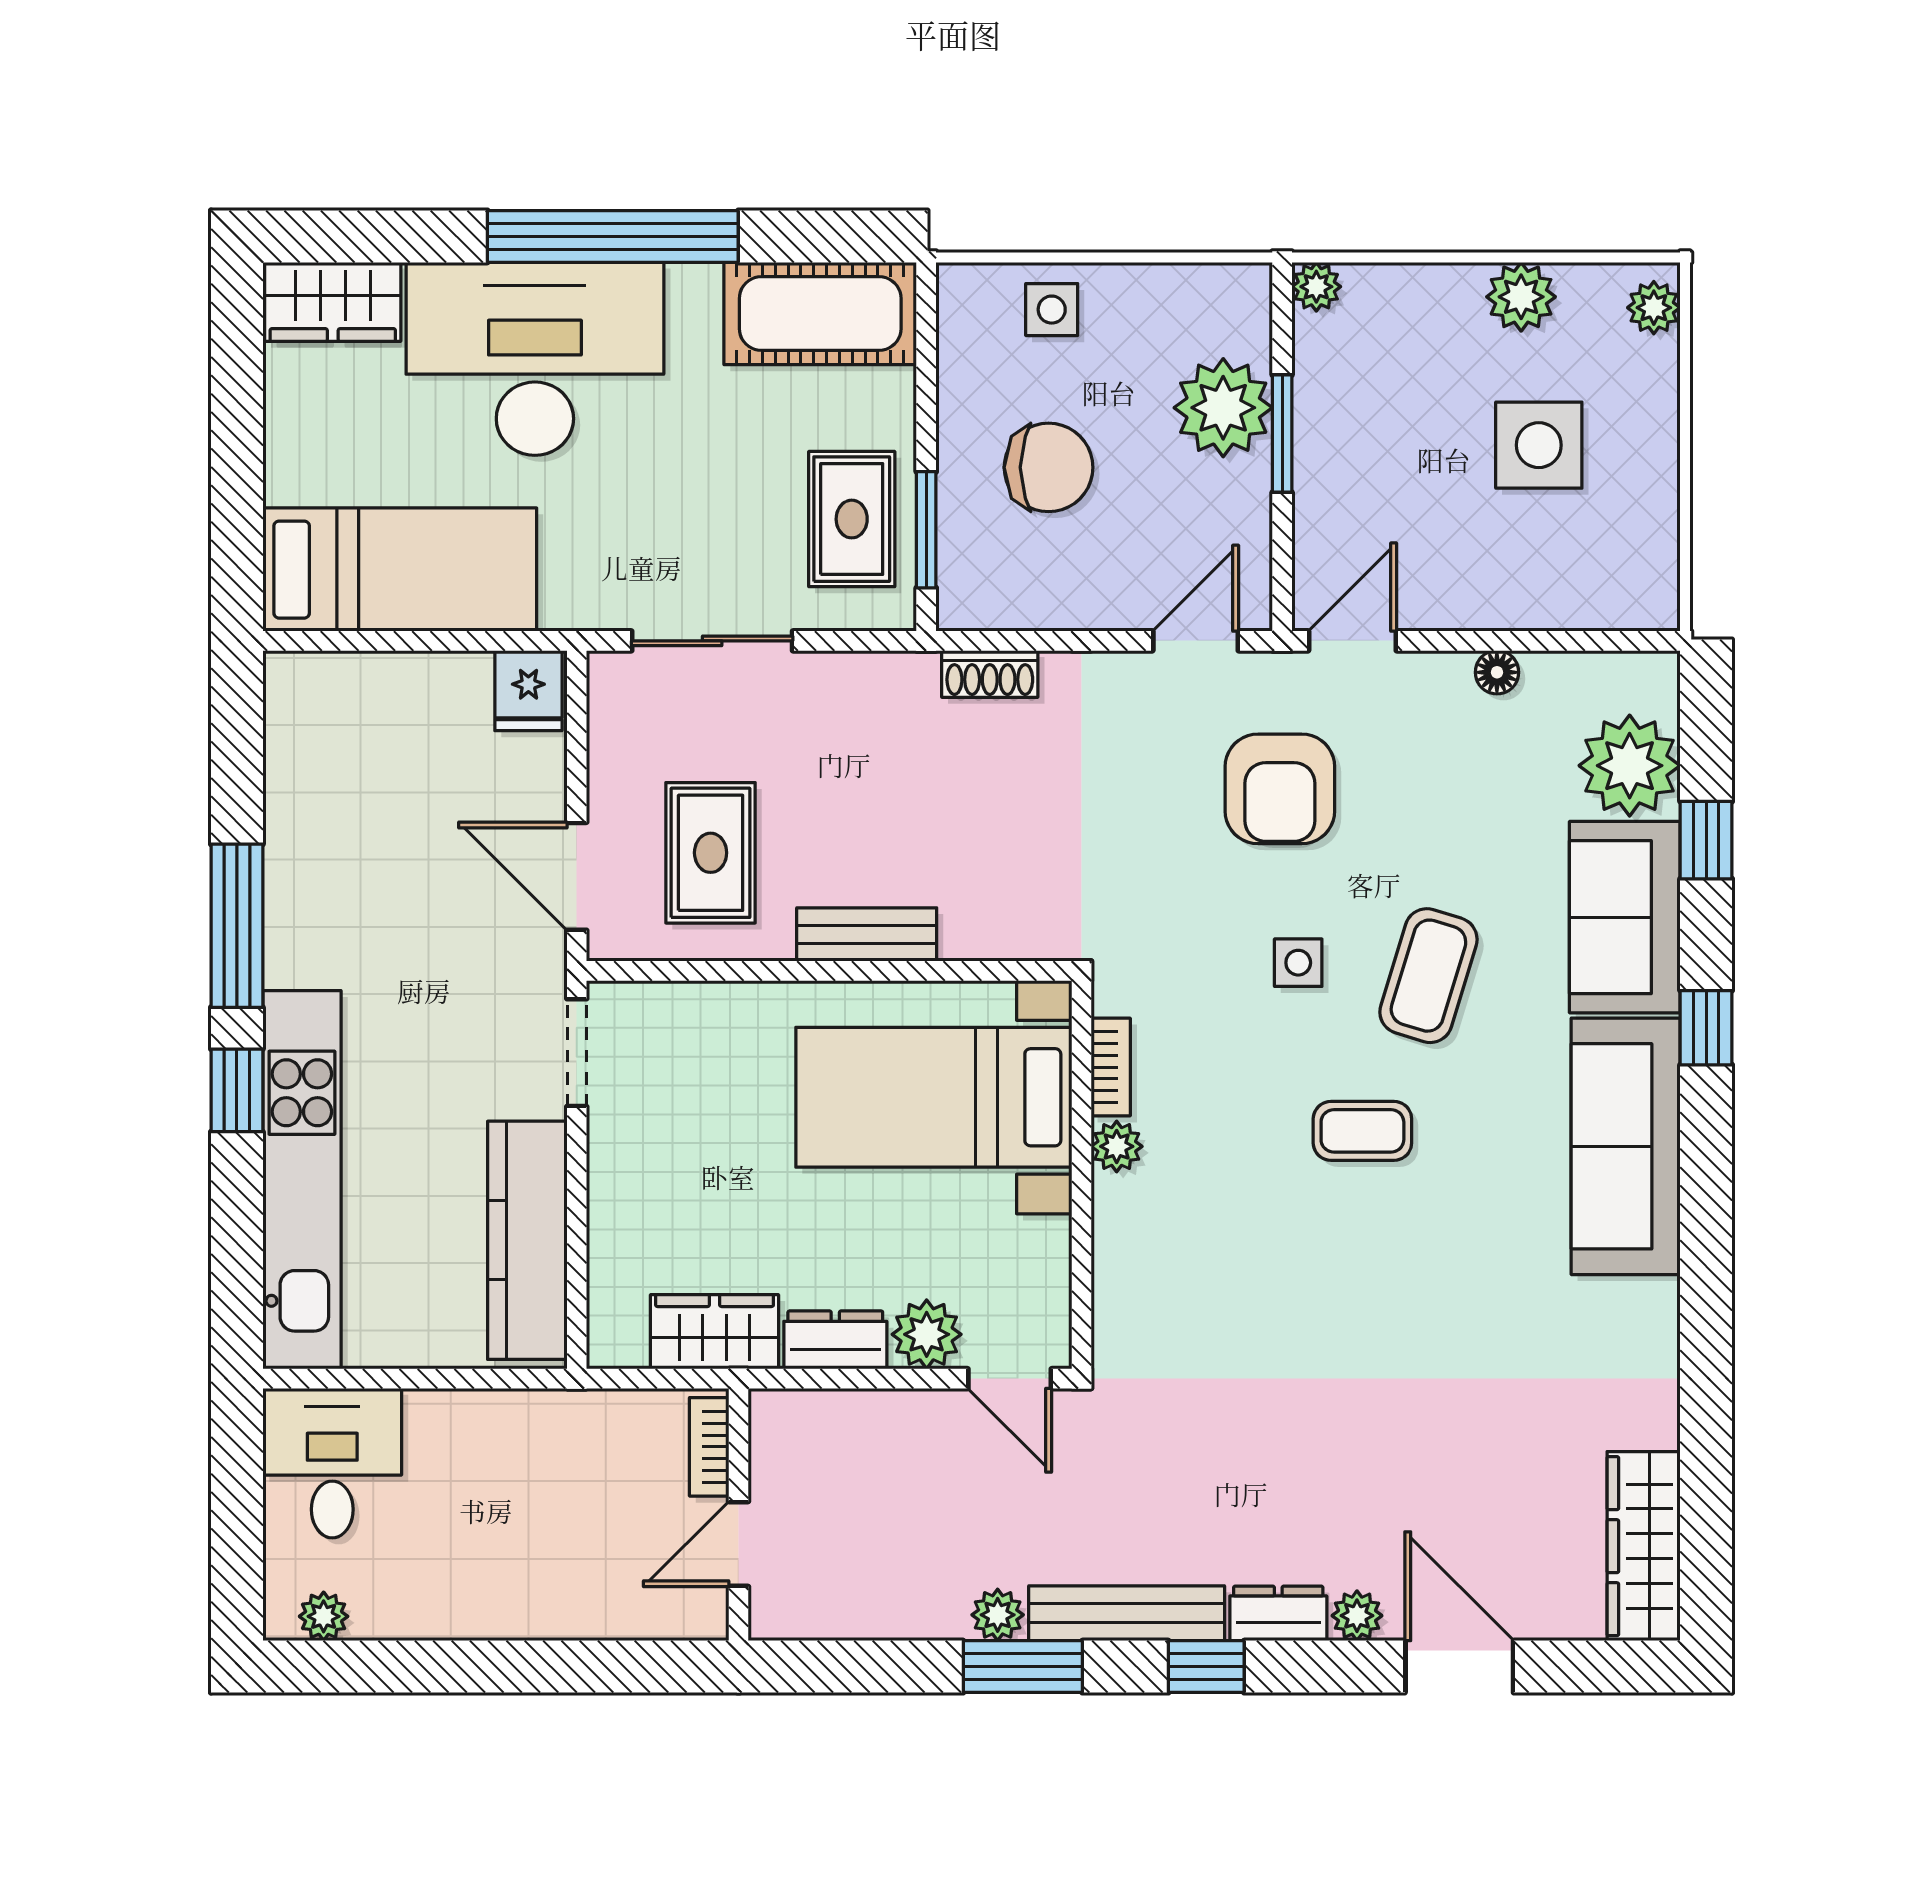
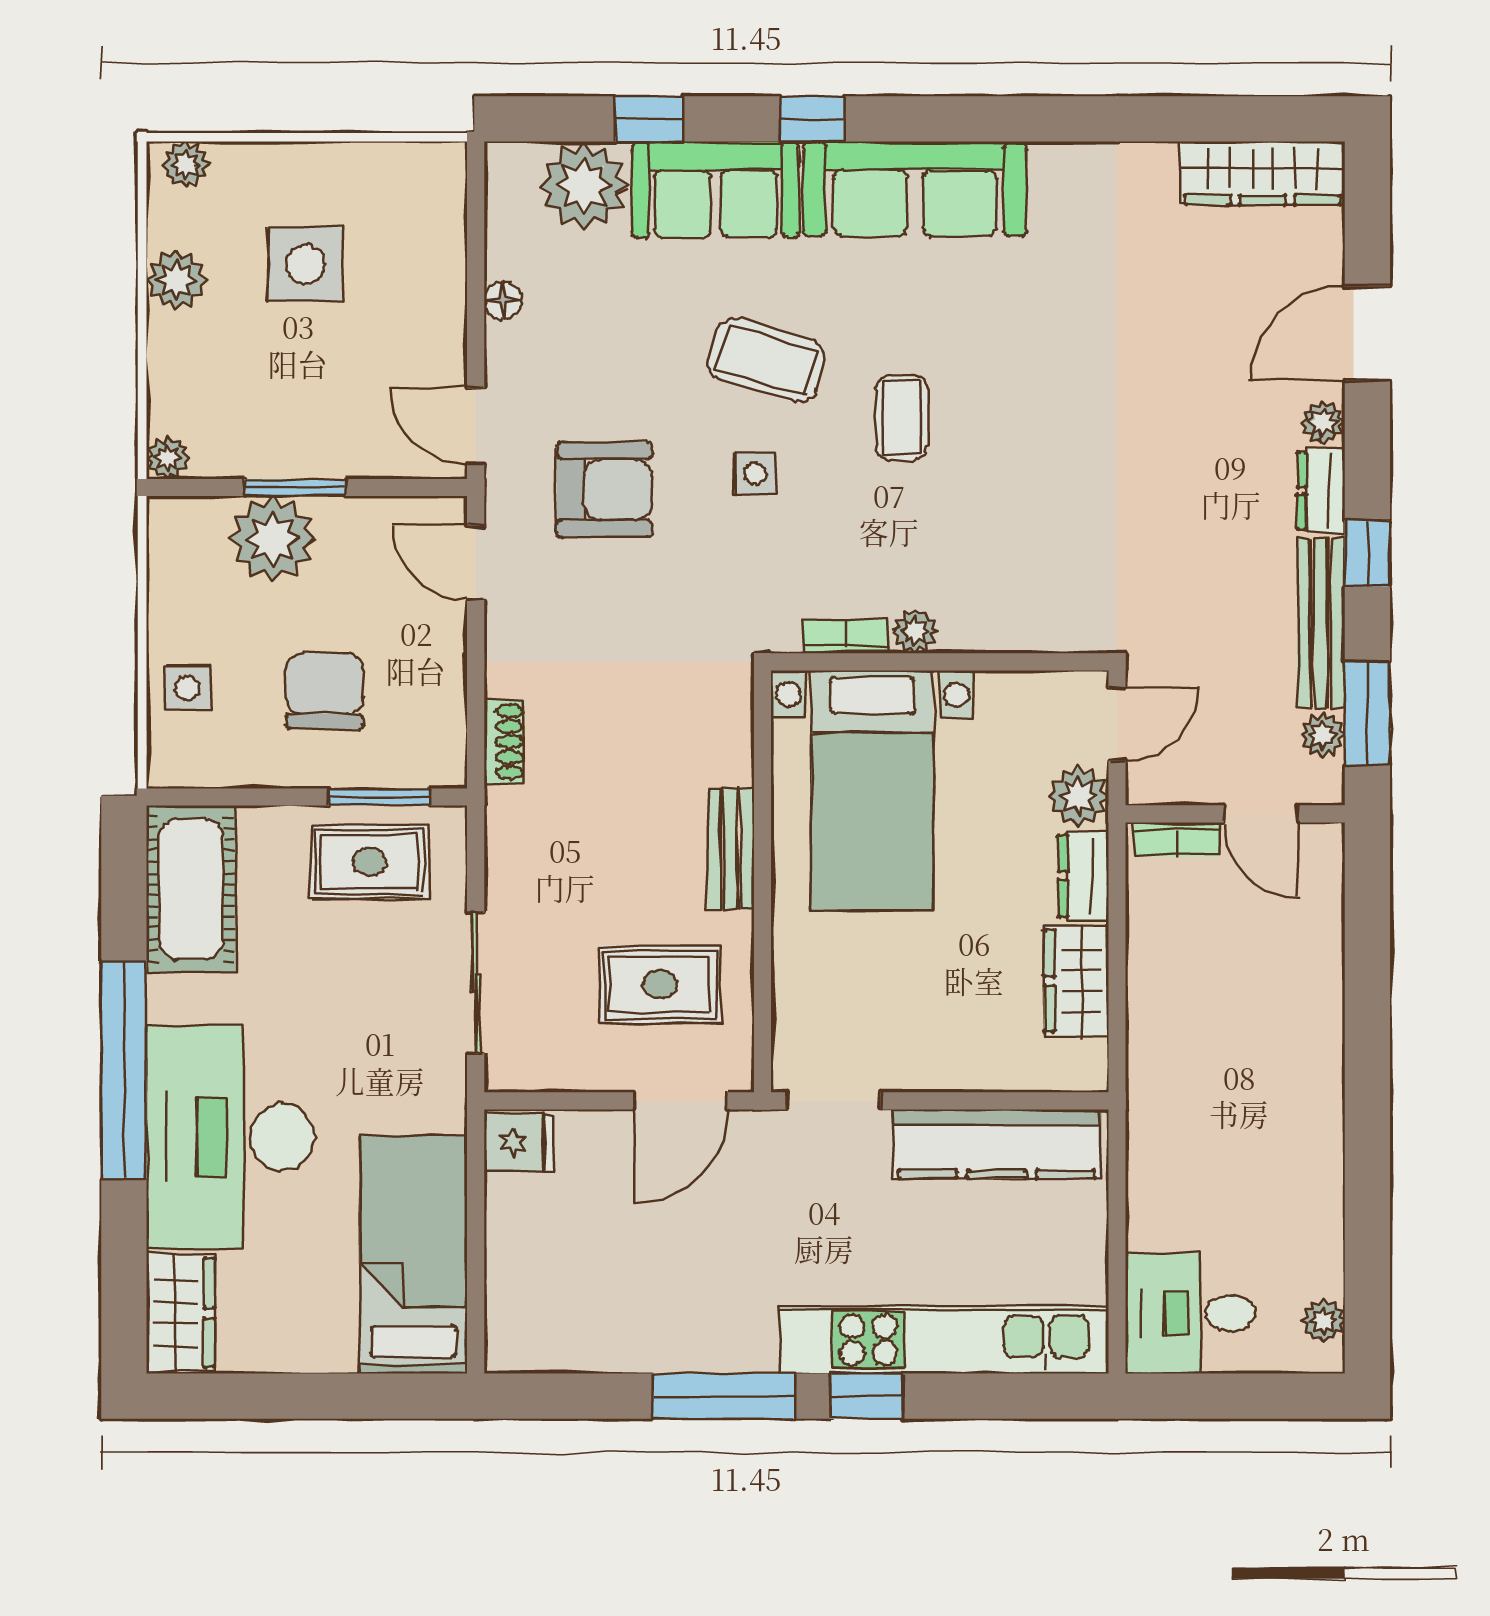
bookcase: (709, 1447) -> (1176, 839), moved
wall: (739, 1515) -> (1235, 814), moved
door: (739, 1544) -> (1261, 814), moved

